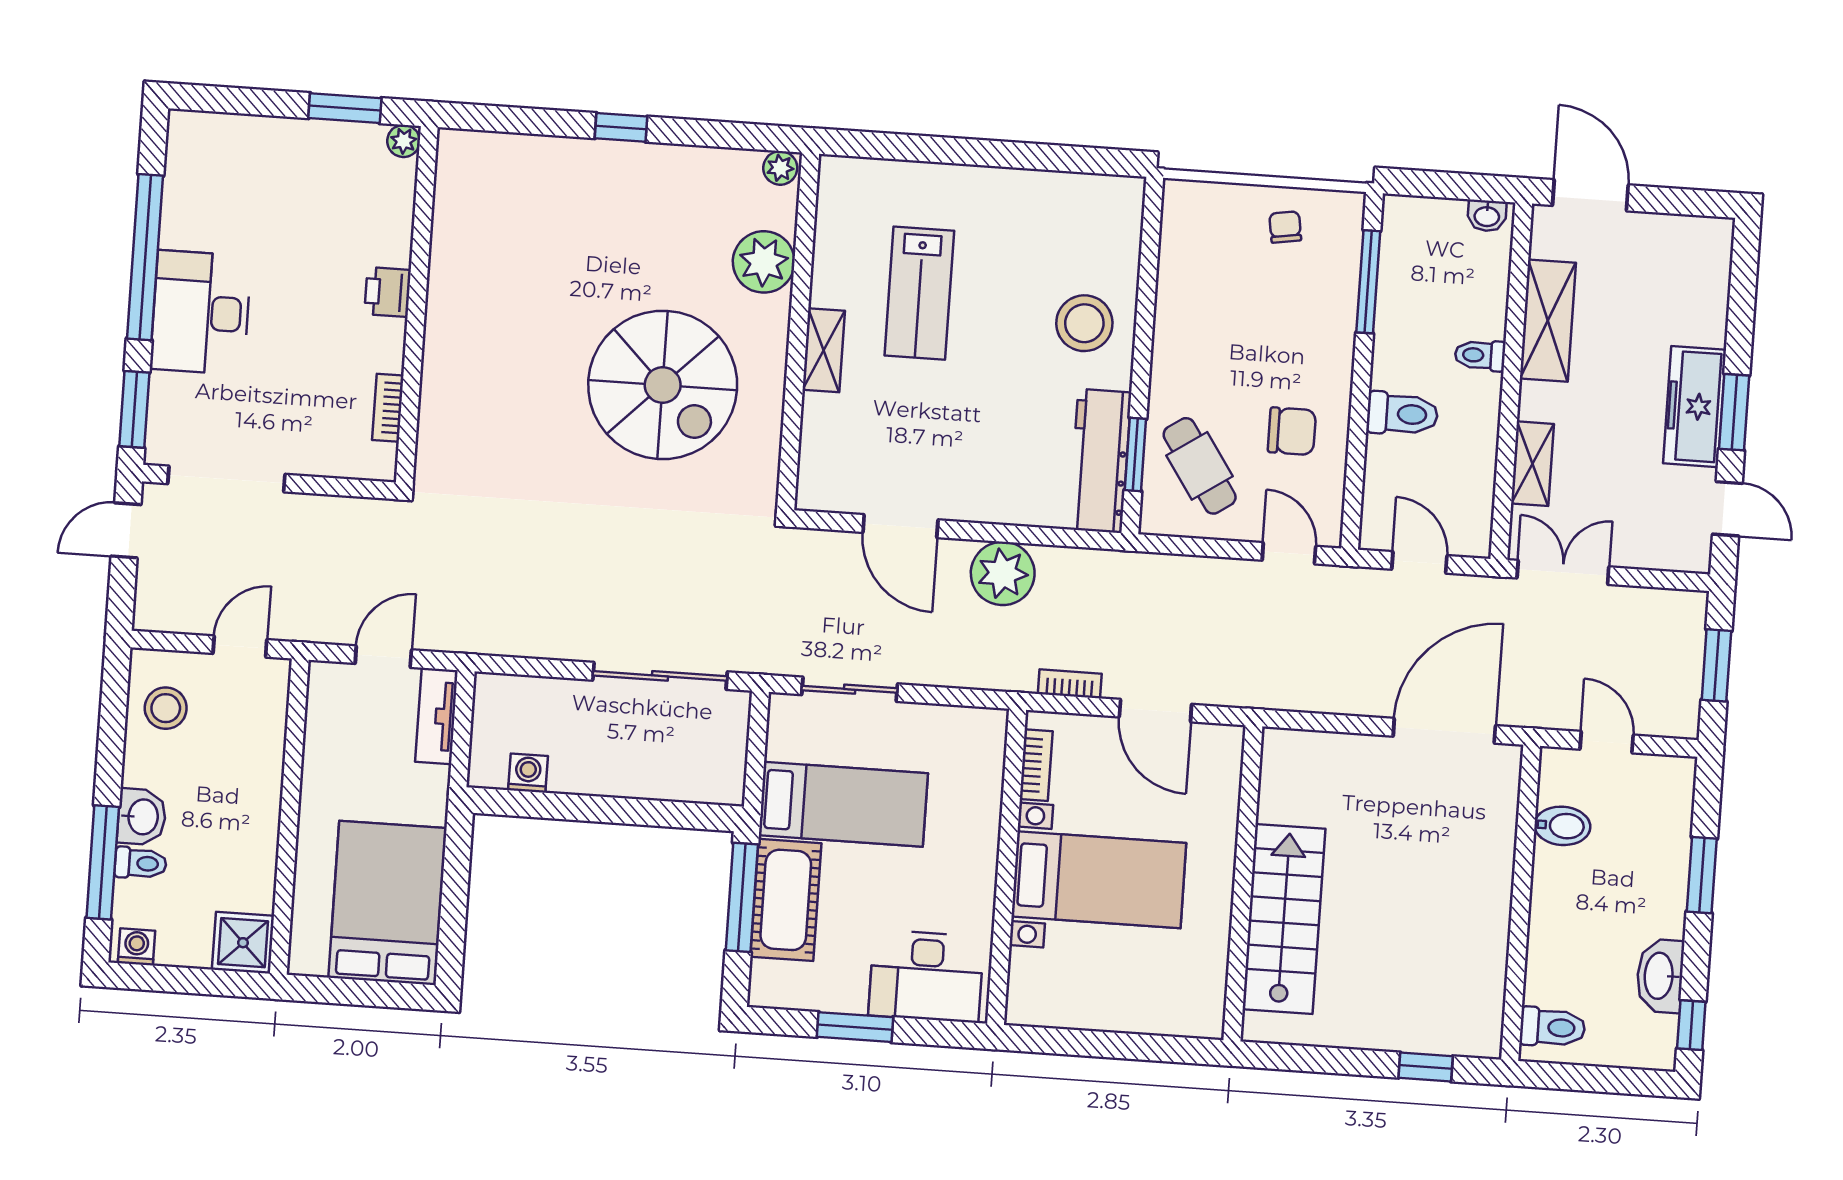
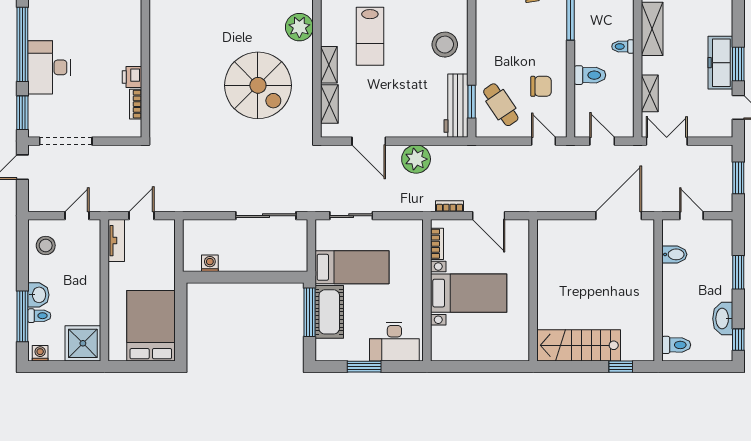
printer: (388, 292) -> (132, 77), moved
shelving: (819, 438) -> (329, 104), added
tv unit: (437, 716) -> (116, 241), moved, turned 180
stairs: (1284, 919) -> (579, 345), moved, turned -90
shower: (243, 943) -> (83, 343), width x1.36, depth x1.36

